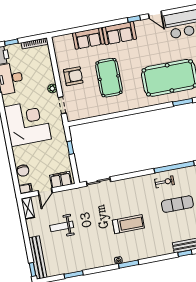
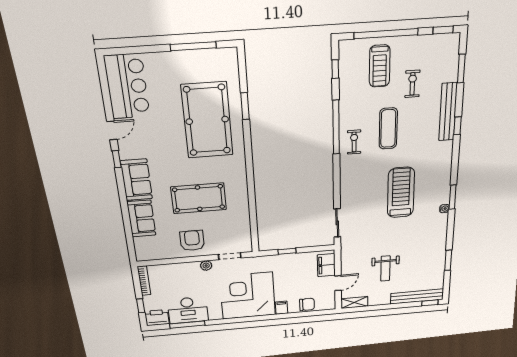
filing cabinet: (25, 189) -> (282, 308), moved
door: (45, 192) -> (338, 283), hinge flipped
treadmill: (128, 224) -> (401, 193), width x1.37, depth x1.38

